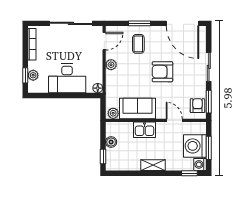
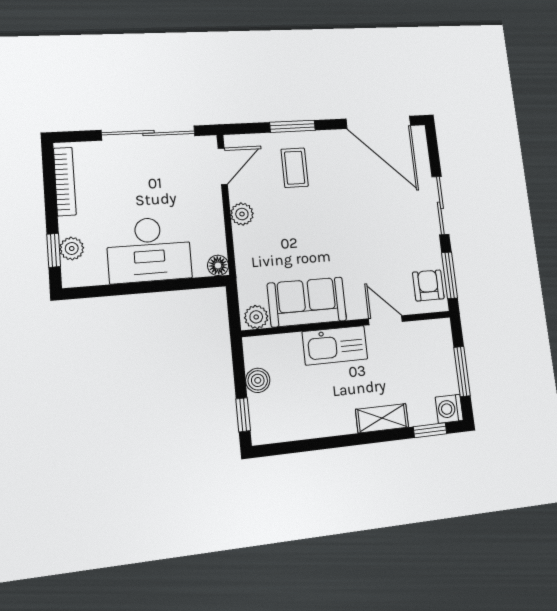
armchair: (162, 72) -> (350, 221), removed
kitchen sink: (144, 130) -> (335, 345), width x1.38
washing machine: (195, 146) -> (434, 370), removed
shelving: (153, 165) -> (382, 418), moved

